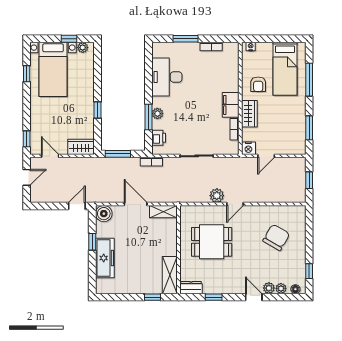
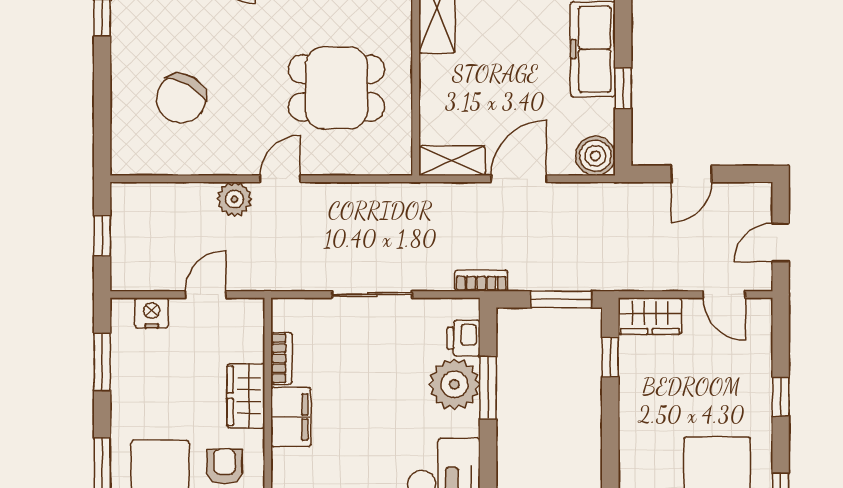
window: (98, 110) -> (610, 357), moved
plant: (157, 114) -> (454, 384), width x1.87, depth x1.87
window: (27, 139) -> (781, 397), moved
nightstand: (248, 148) -> (152, 313), moved
plant: (217, 196) -> (234, 199), moved
door: (136, 204) -> (519, 179), swing flipped
door: (77, 206) -> (691, 174), moved

